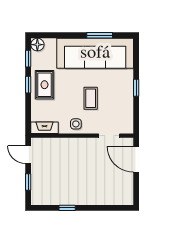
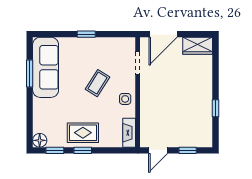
sofa: (95, 53) -> (46, 67), width x0.74, depth x0.79
coffee table: (91, 98) -> (97, 83), turned -58
wardrobe: (125, 191) -> (198, 46), added

